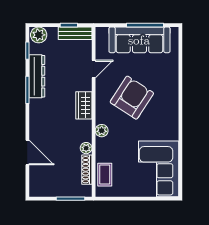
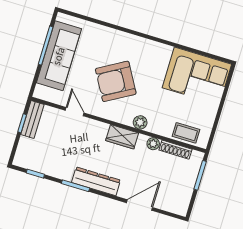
plant: (39, 35) -> (23, 157), removed
dresser: (37, 76) -> (96, 181), moved
armchair: (132, 98) -> (116, 81), turned -63
wardrobe: (84, 105) -> (122, 137), moved

